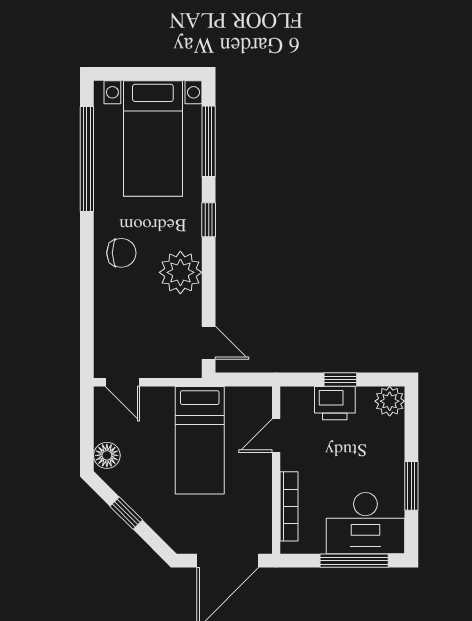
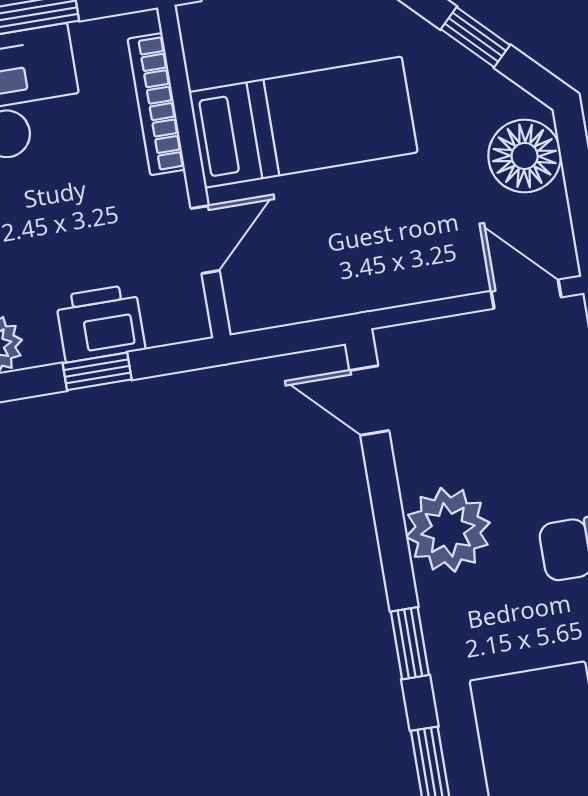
bed: (200, 440) -> (303, 122), moved, turned 90
floor lamp: (107, 455) -> (525, 156), width x1.38, depth x1.38

